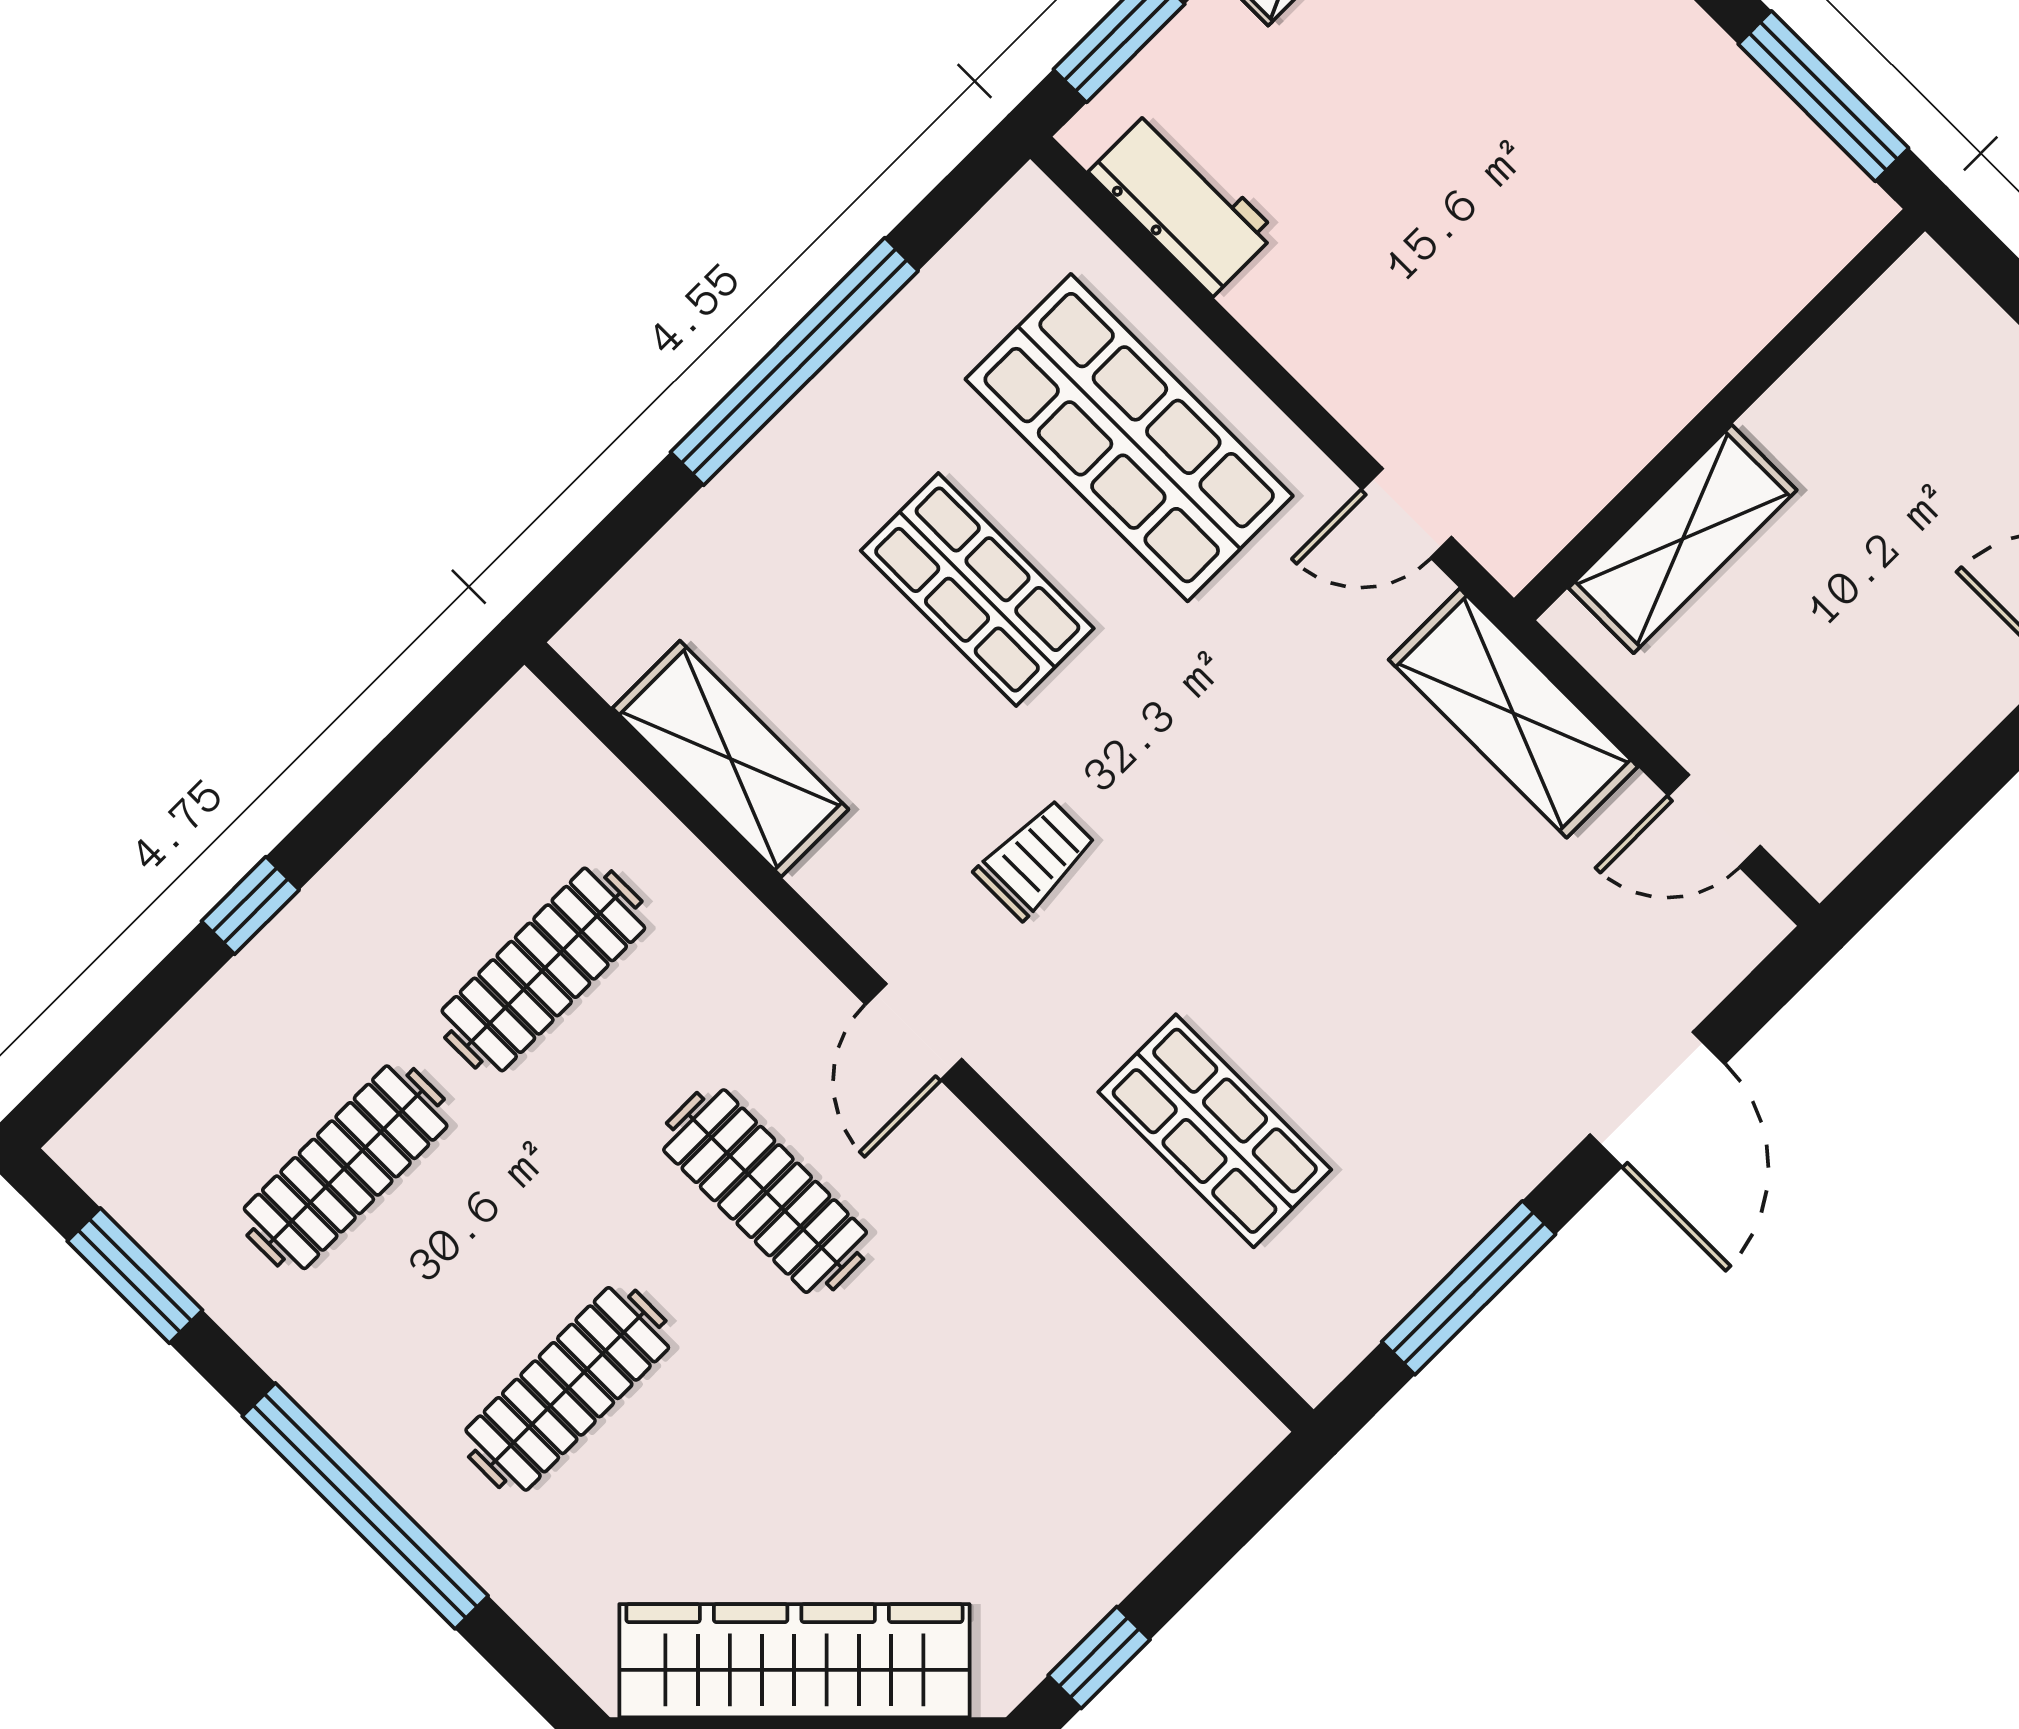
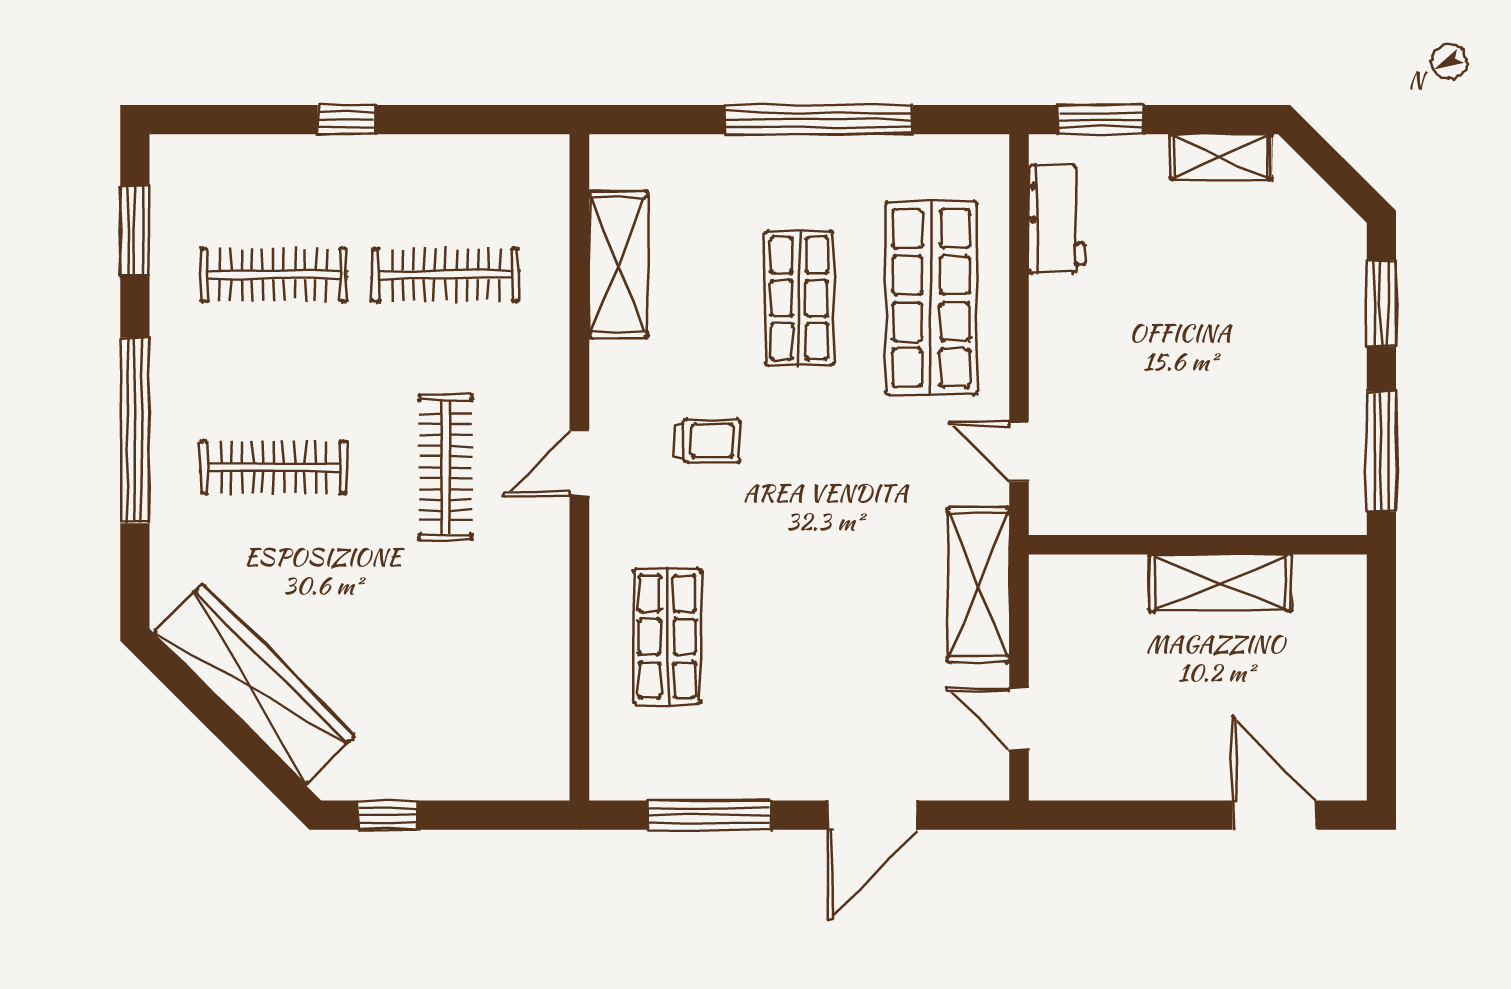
shelving: (1683, 539) -> (1220, 583), moved

